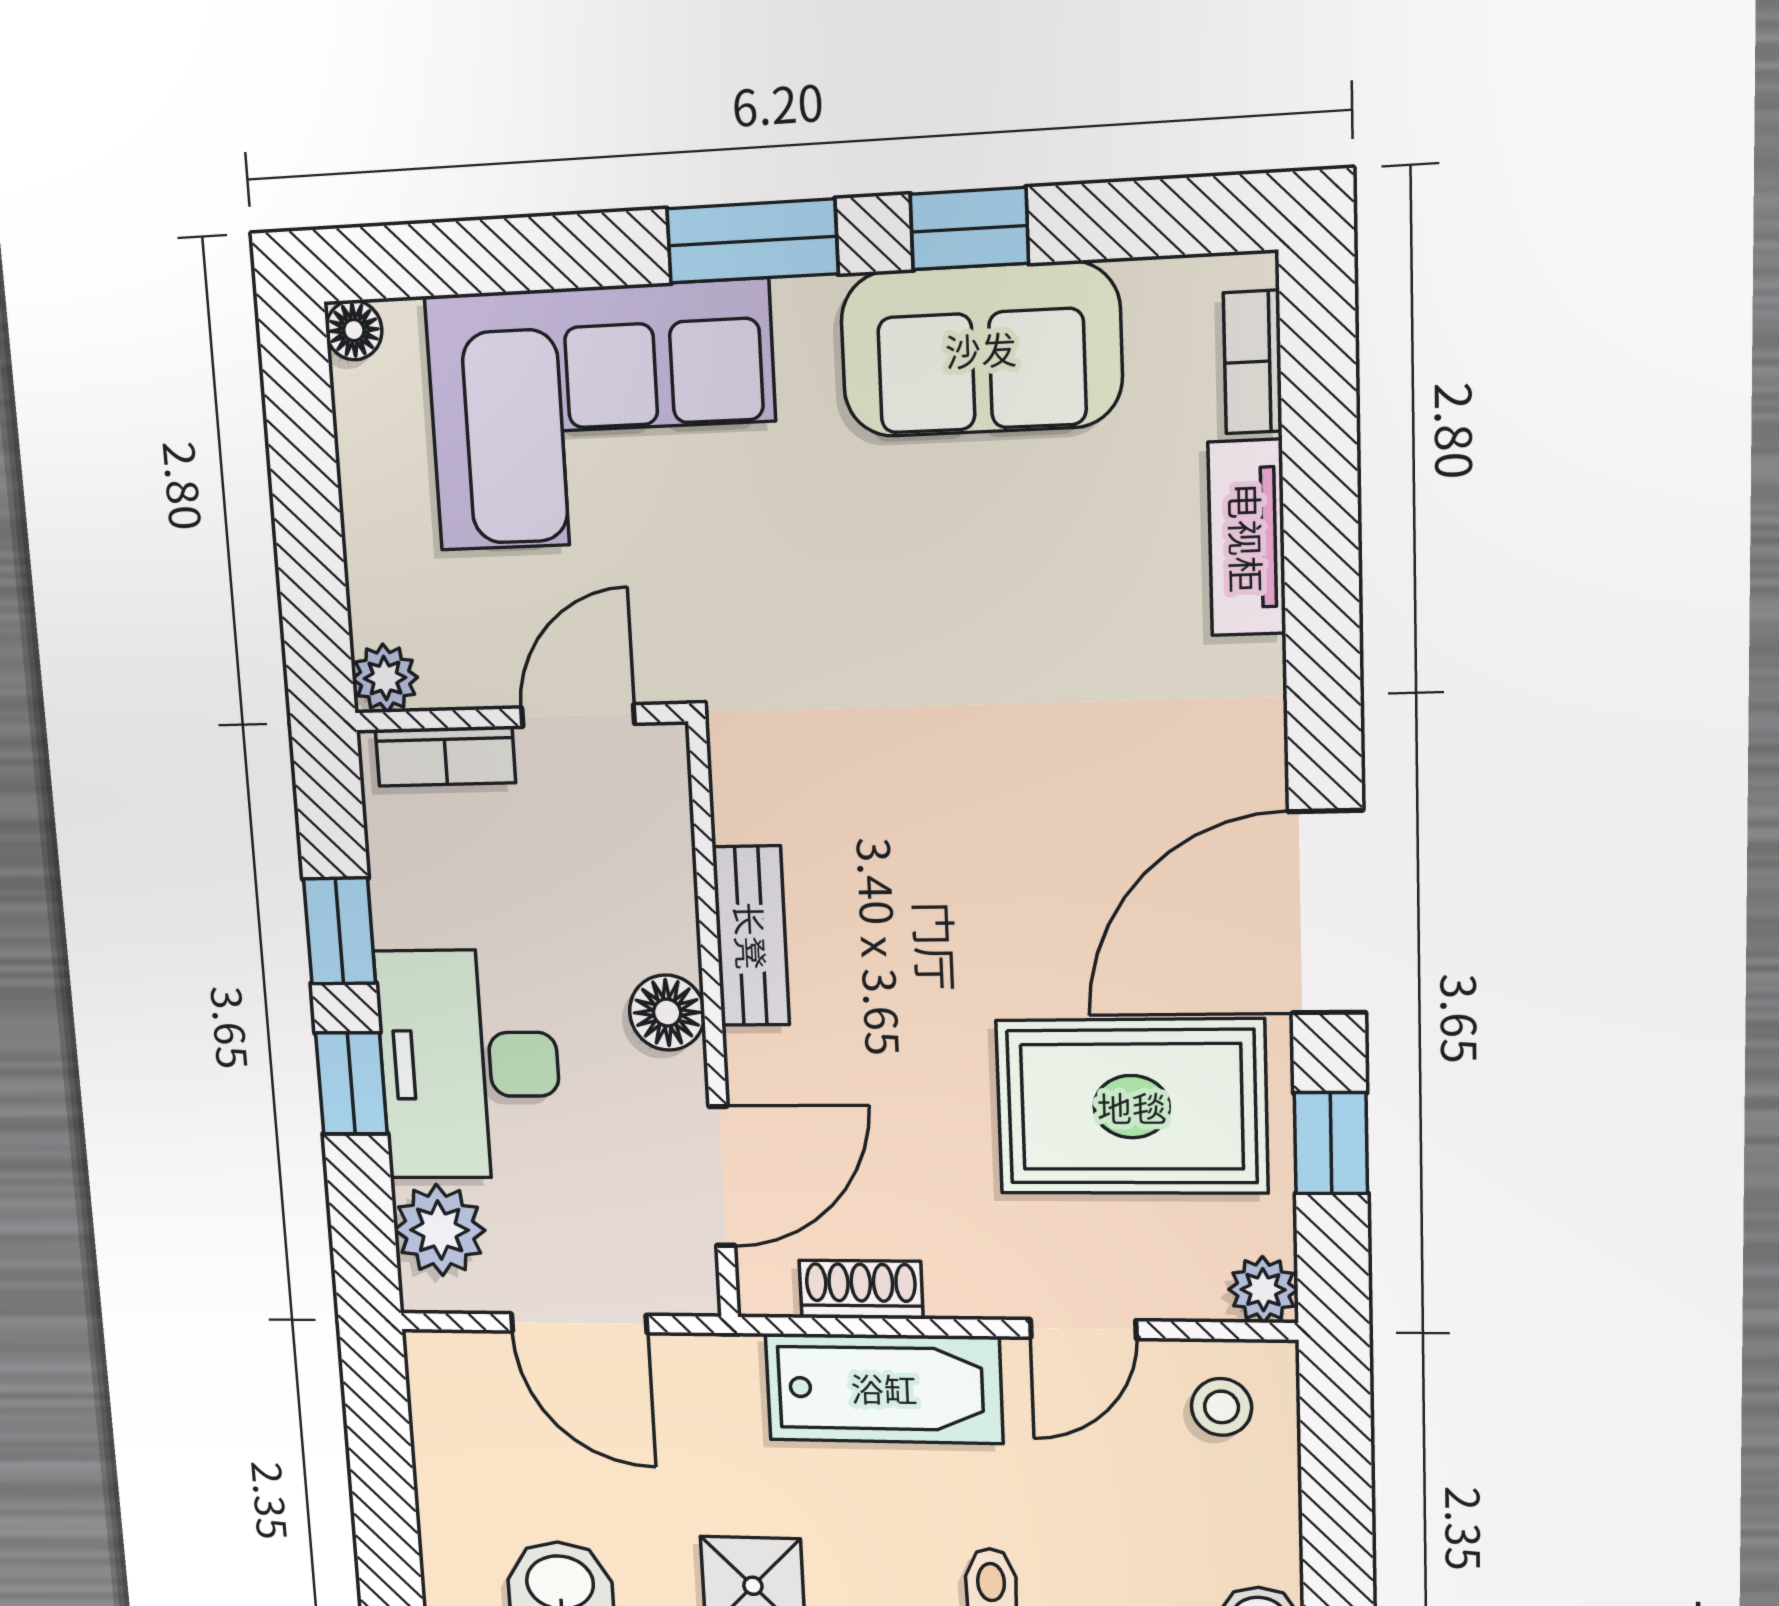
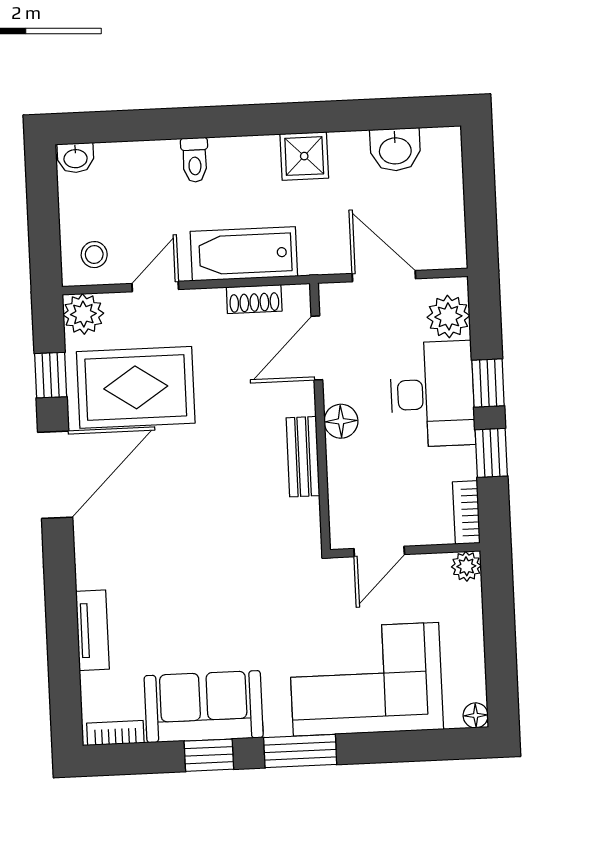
bookcase: (1253, 362) -> (115, 733), moved, turned -90
bookcase: (445, 756) -> (466, 512), moved, turned -90
plant: (1263, 1290) -> (83, 314), width x1.38, depth x1.38

